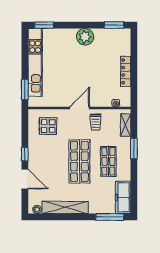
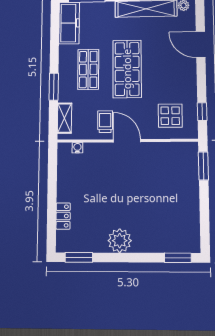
kitchen unit: (35, 62) -> (190, 204), removed
locker: (126, 71) -> (63, 216), moved, width x0.66
door: (80, 108) -> (127, 141), swing flipped
window: (25, 154) -> (202, 112), moved

